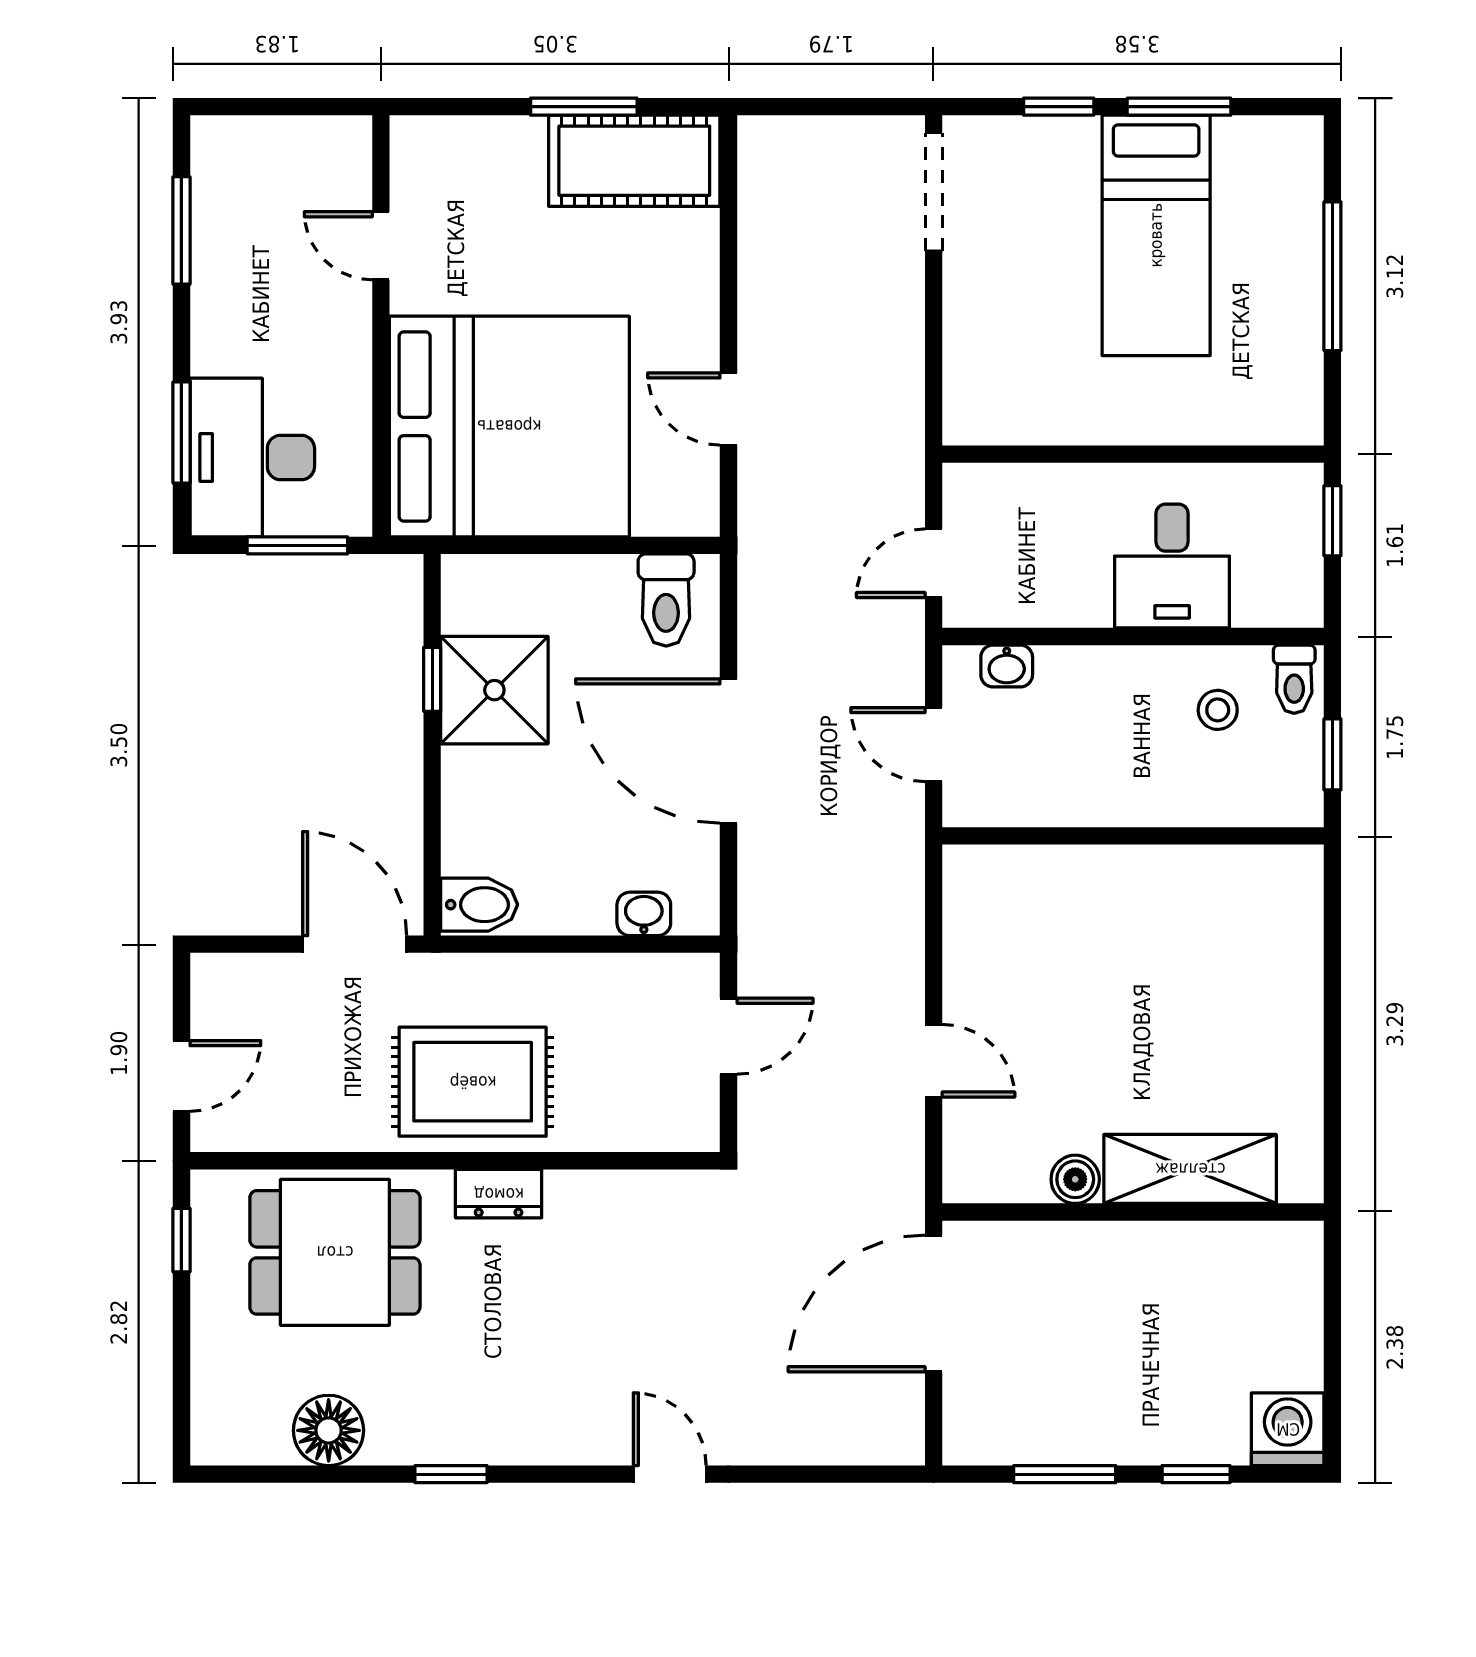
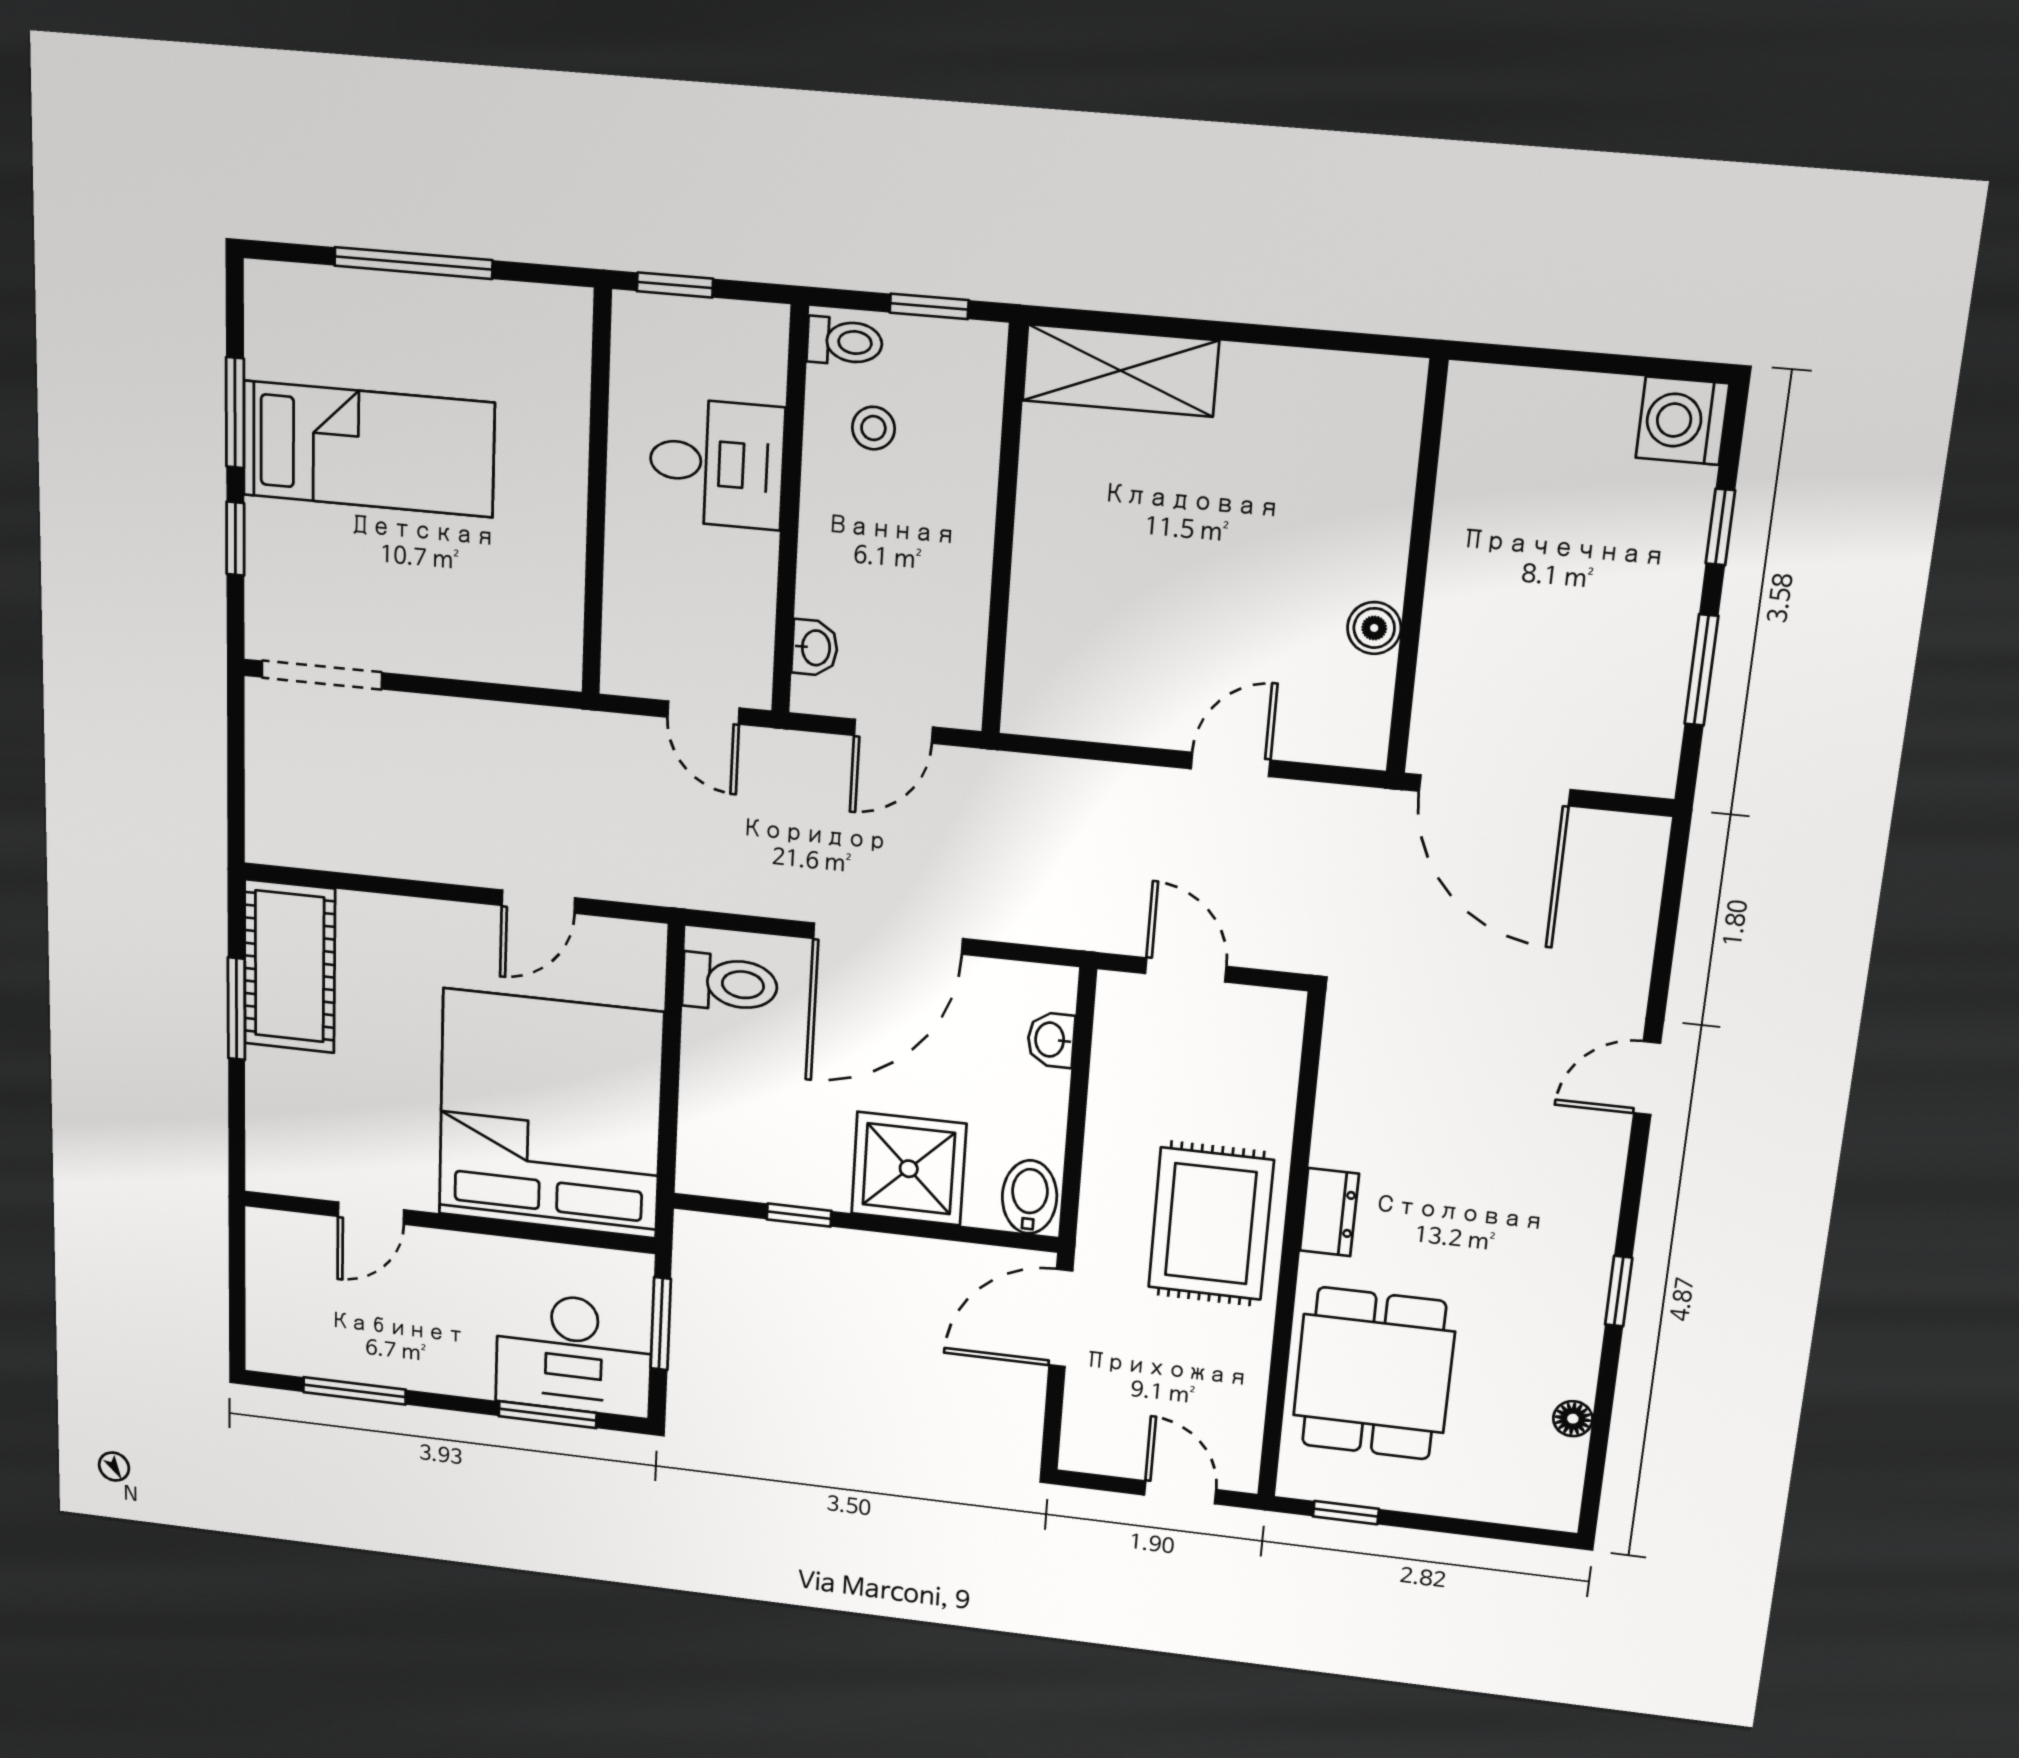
shower: (494, 690) -> (909, 1169), moved
shelving: (1190, 1169) -> (1120, 371), moved, turned 90
floor lamp: (329, 1430) -> (1573, 1419), width x0.53, depth x0.53

